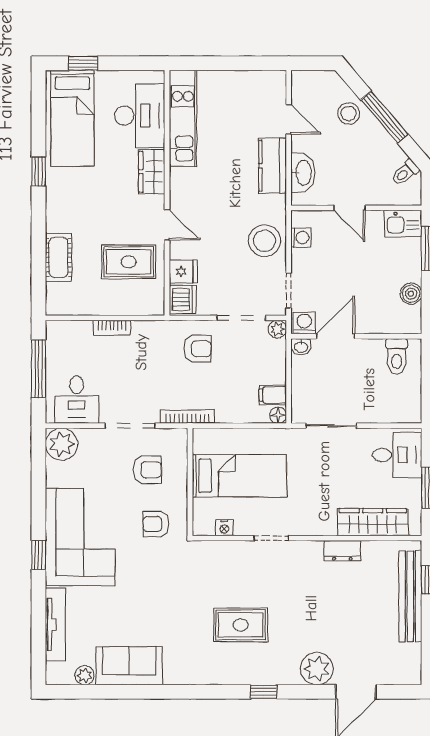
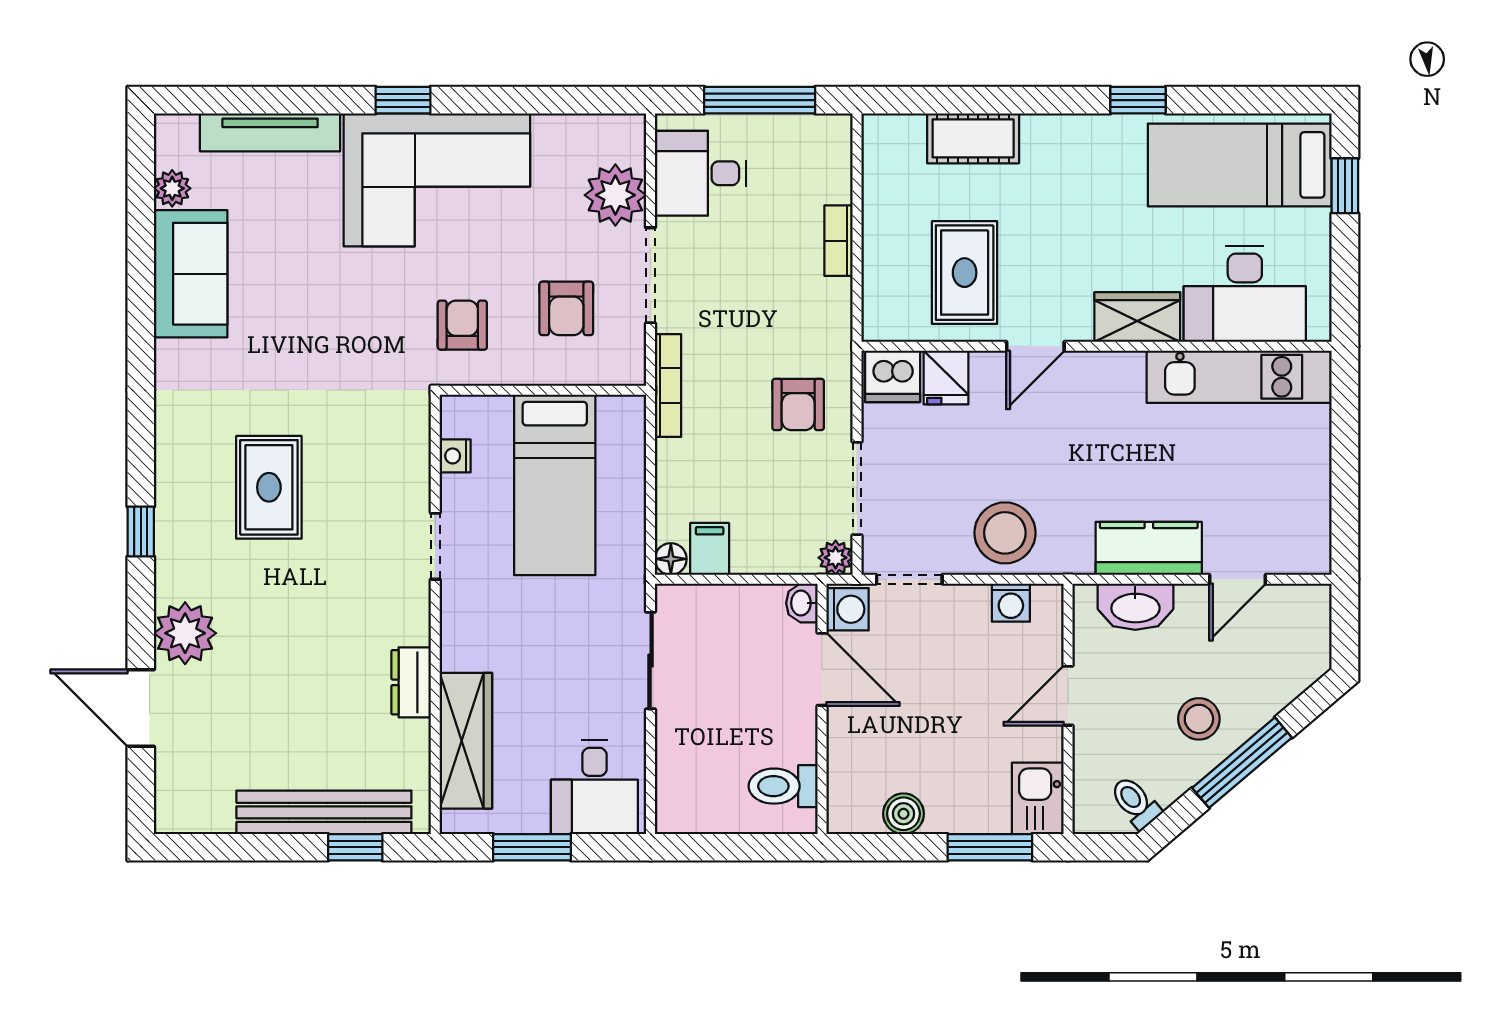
stool: (349, 113) -> (1199, 719), moved
plant: (62, 444) -> (615, 195), moved

